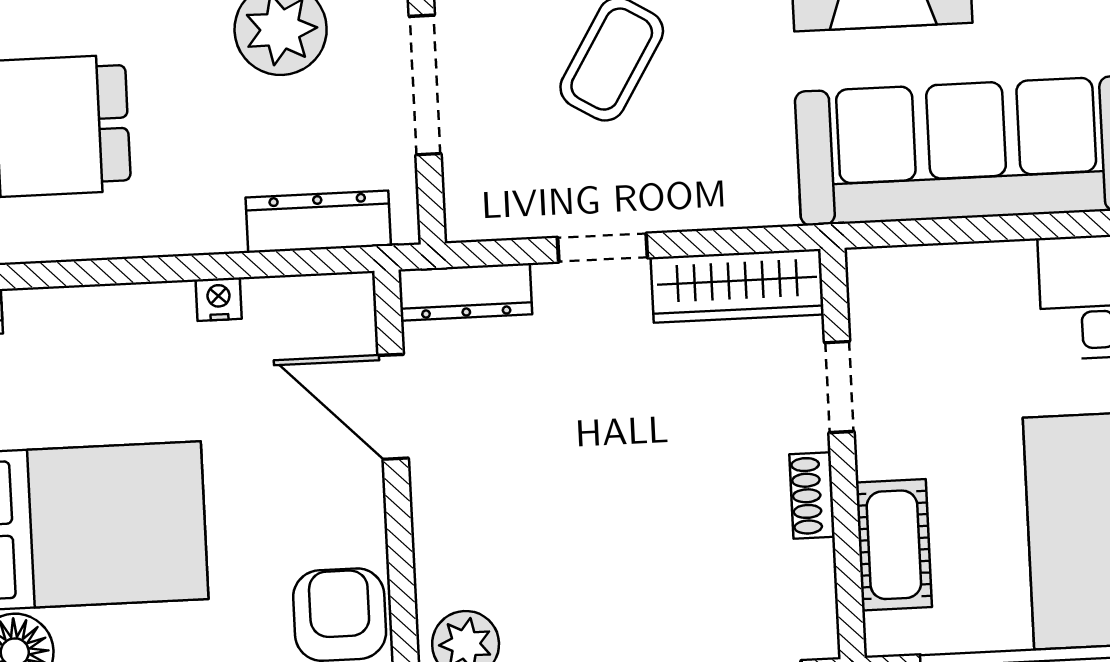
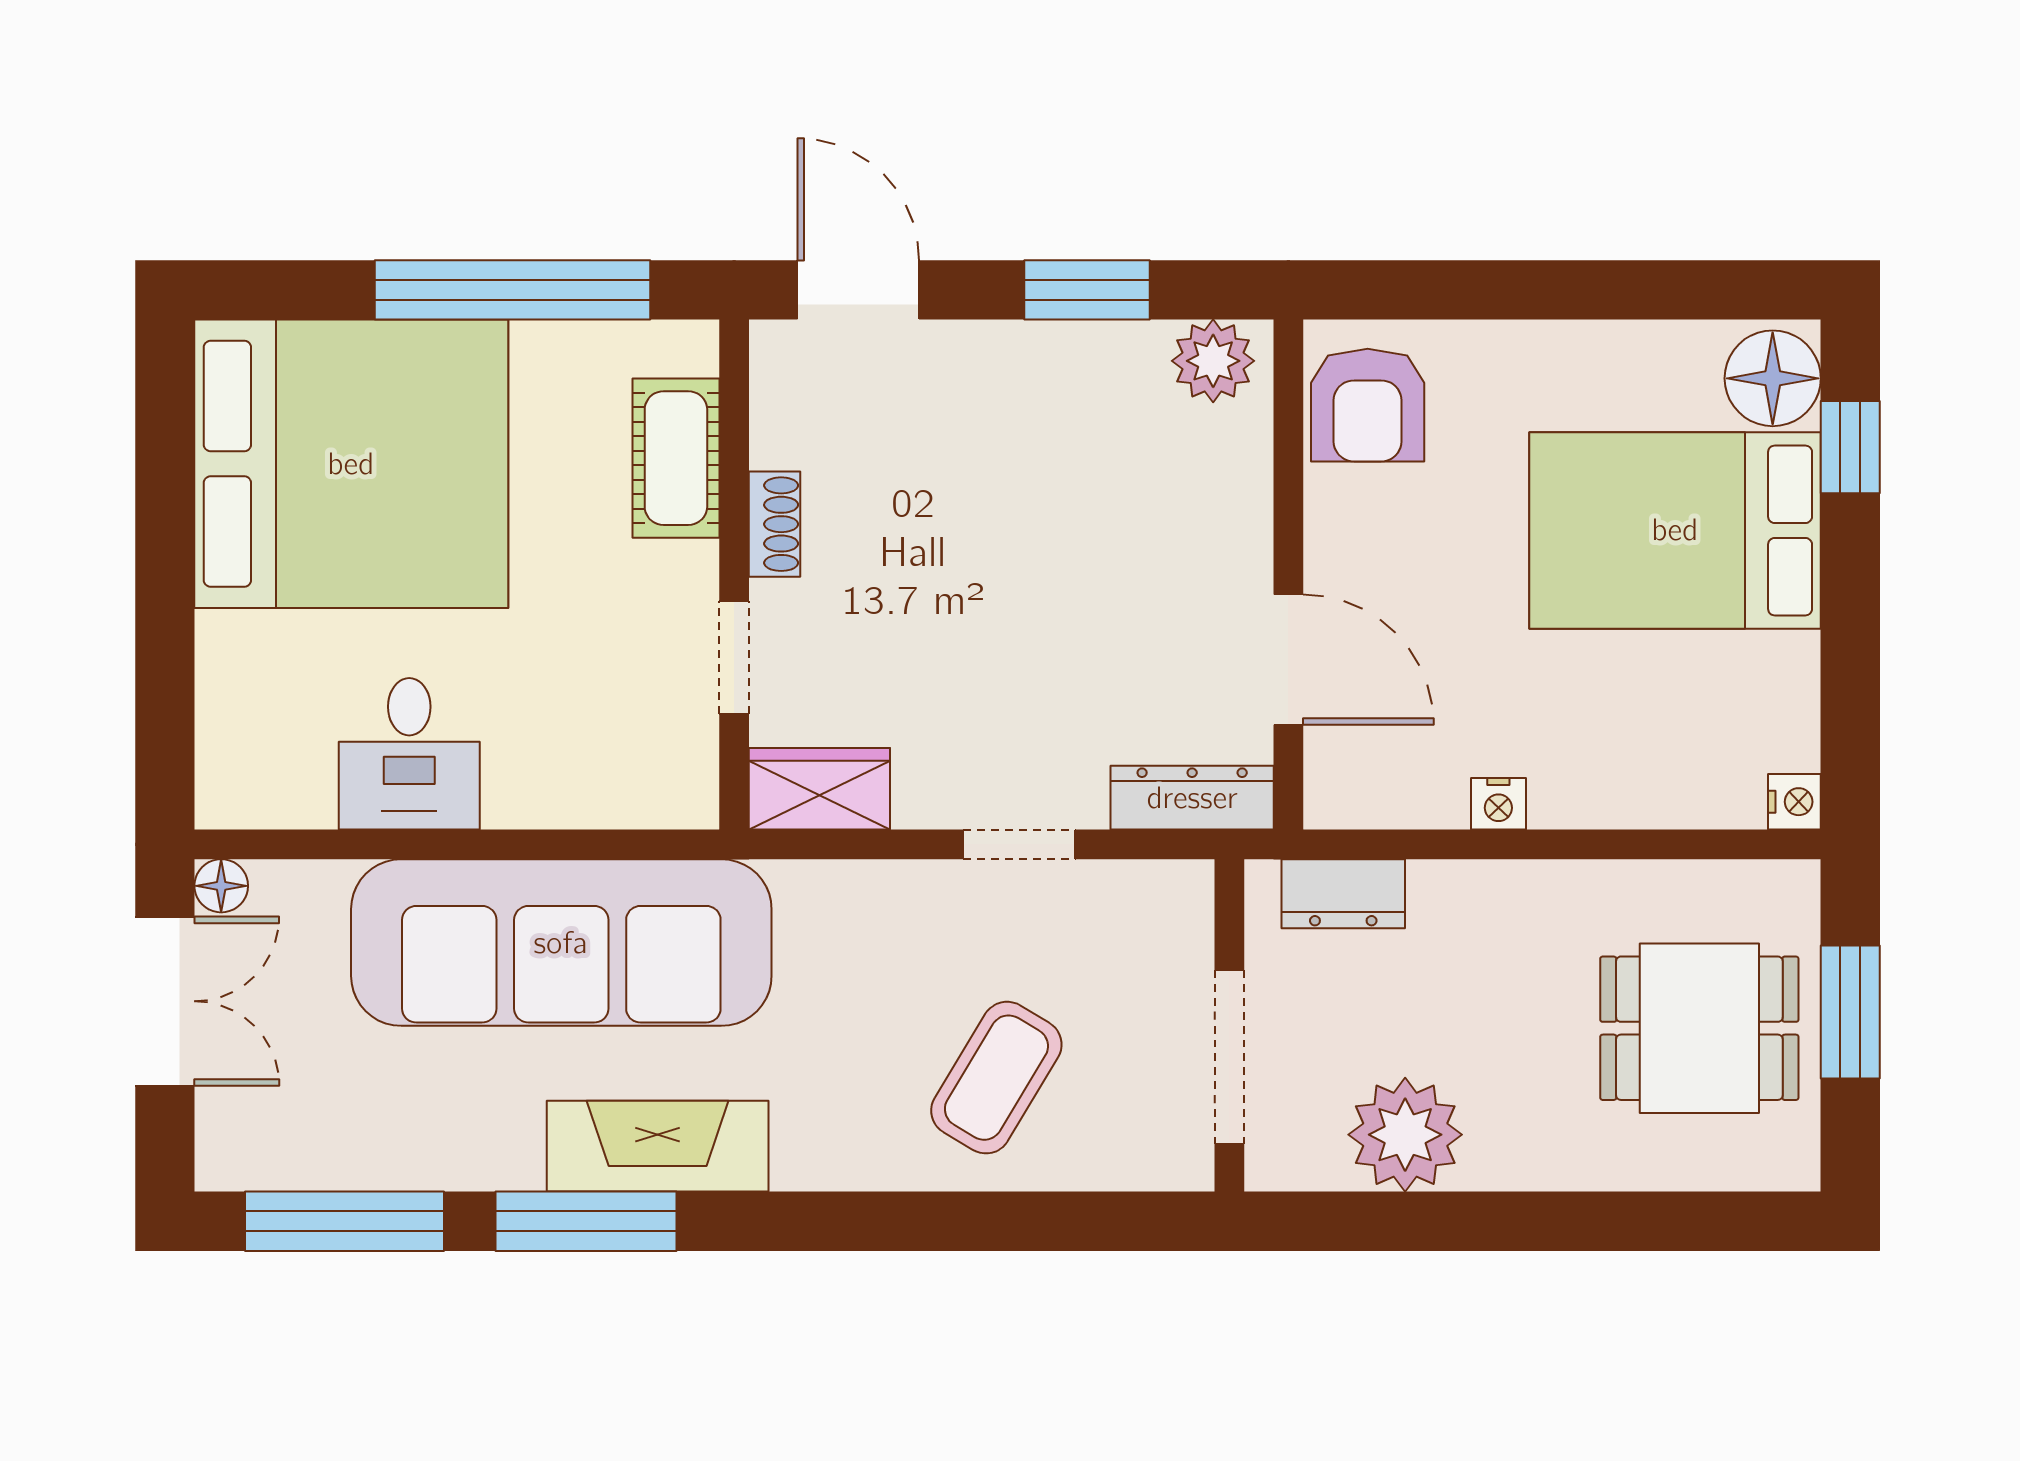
dresser: (318, 222) -> (1343, 894), width x0.70
wardrobe: (737, 286) -> (819, 789), width x0.67

